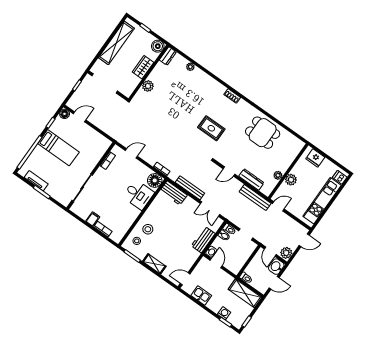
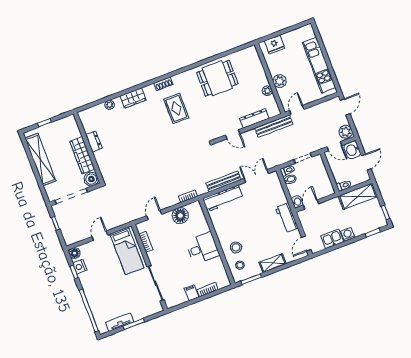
boiler: (158, 46) -> (91, 179), moved
dresser: (168, 56) -> (94, 142), moved
wardrobe: (143, 67) -> (82, 155), width x1.50
wardrobe: (207, 81) -> (133, 98), added
plant: (148, 86) -> (101, 157), removed
door: (80, 117) -> (100, 236), moved
nightstand: (57, 124) -> (80, 267), added
rug: (211, 128) -> (176, 108), moved, turned 90
bed: (58, 148) -> (127, 251), moved, turned 90
door: (229, 171) -> (233, 134), hinge flipped
dishwasher: (340, 177) -> (308, 34), removed
floor lamp: (155, 180) -> (180, 216), moved
workbench: (174, 193) -> (223, 198), width x1.38
desk: (138, 195) -> (203, 248), moved
double door: (210, 209) -> (256, 176), swing flipped
workbench: (203, 240) -> (287, 218), moved
door: (216, 263) -> (311, 204), hinge flipped
washing machine: (224, 313) -> (348, 234), moved

